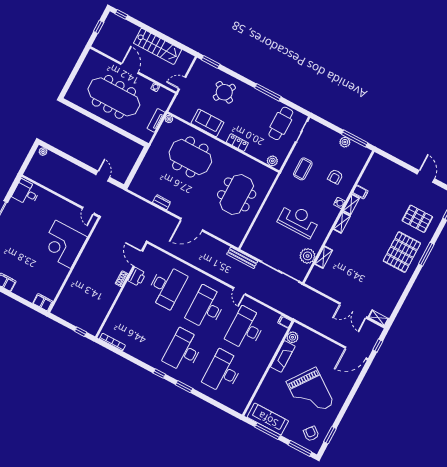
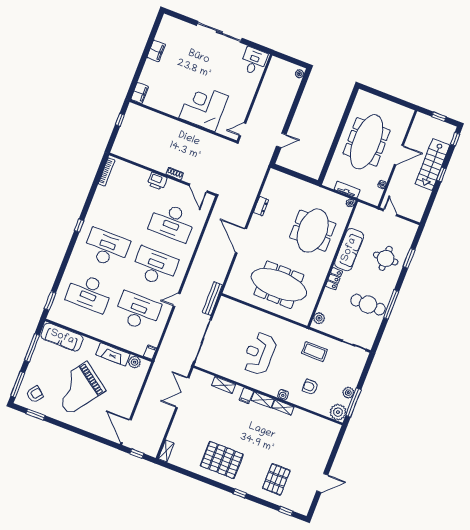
window: (153, 31) -> (441, 175), added
stairs: (158, 46) -> (432, 165), moved
window: (211, 62) -> (409, 258), moved
round table: (224, 92) -> (386, 258), turned -30
sofa: (207, 123) -> (349, 250), width x1.36
cafe table: (281, 123) -> (368, 305), moved
filing cabinet: (360, 192) -> (246, 396), moved
meeting table: (237, 194) -> (279, 285), width x1.36
reception desk: (299, 220) -> (259, 354), turned 180
pallet: (402, 252) -> (222, 460), moved
window: (426, 254) -> (240, 493), width x0.46
plant: (308, 256) -> (338, 412), moved
door: (138, 259) -> (198, 188), swing flipped
printer: (137, 277) -> (157, 181), moved
double door: (353, 311) -> (182, 393), moved
window: (81, 332) -> (120, 120), moved
desk: (223, 372) -> (89, 293), turned 180
window: (184, 387) -> (50, 301), moved
sofa: (268, 419) -> (62, 337), moved, turned 90

